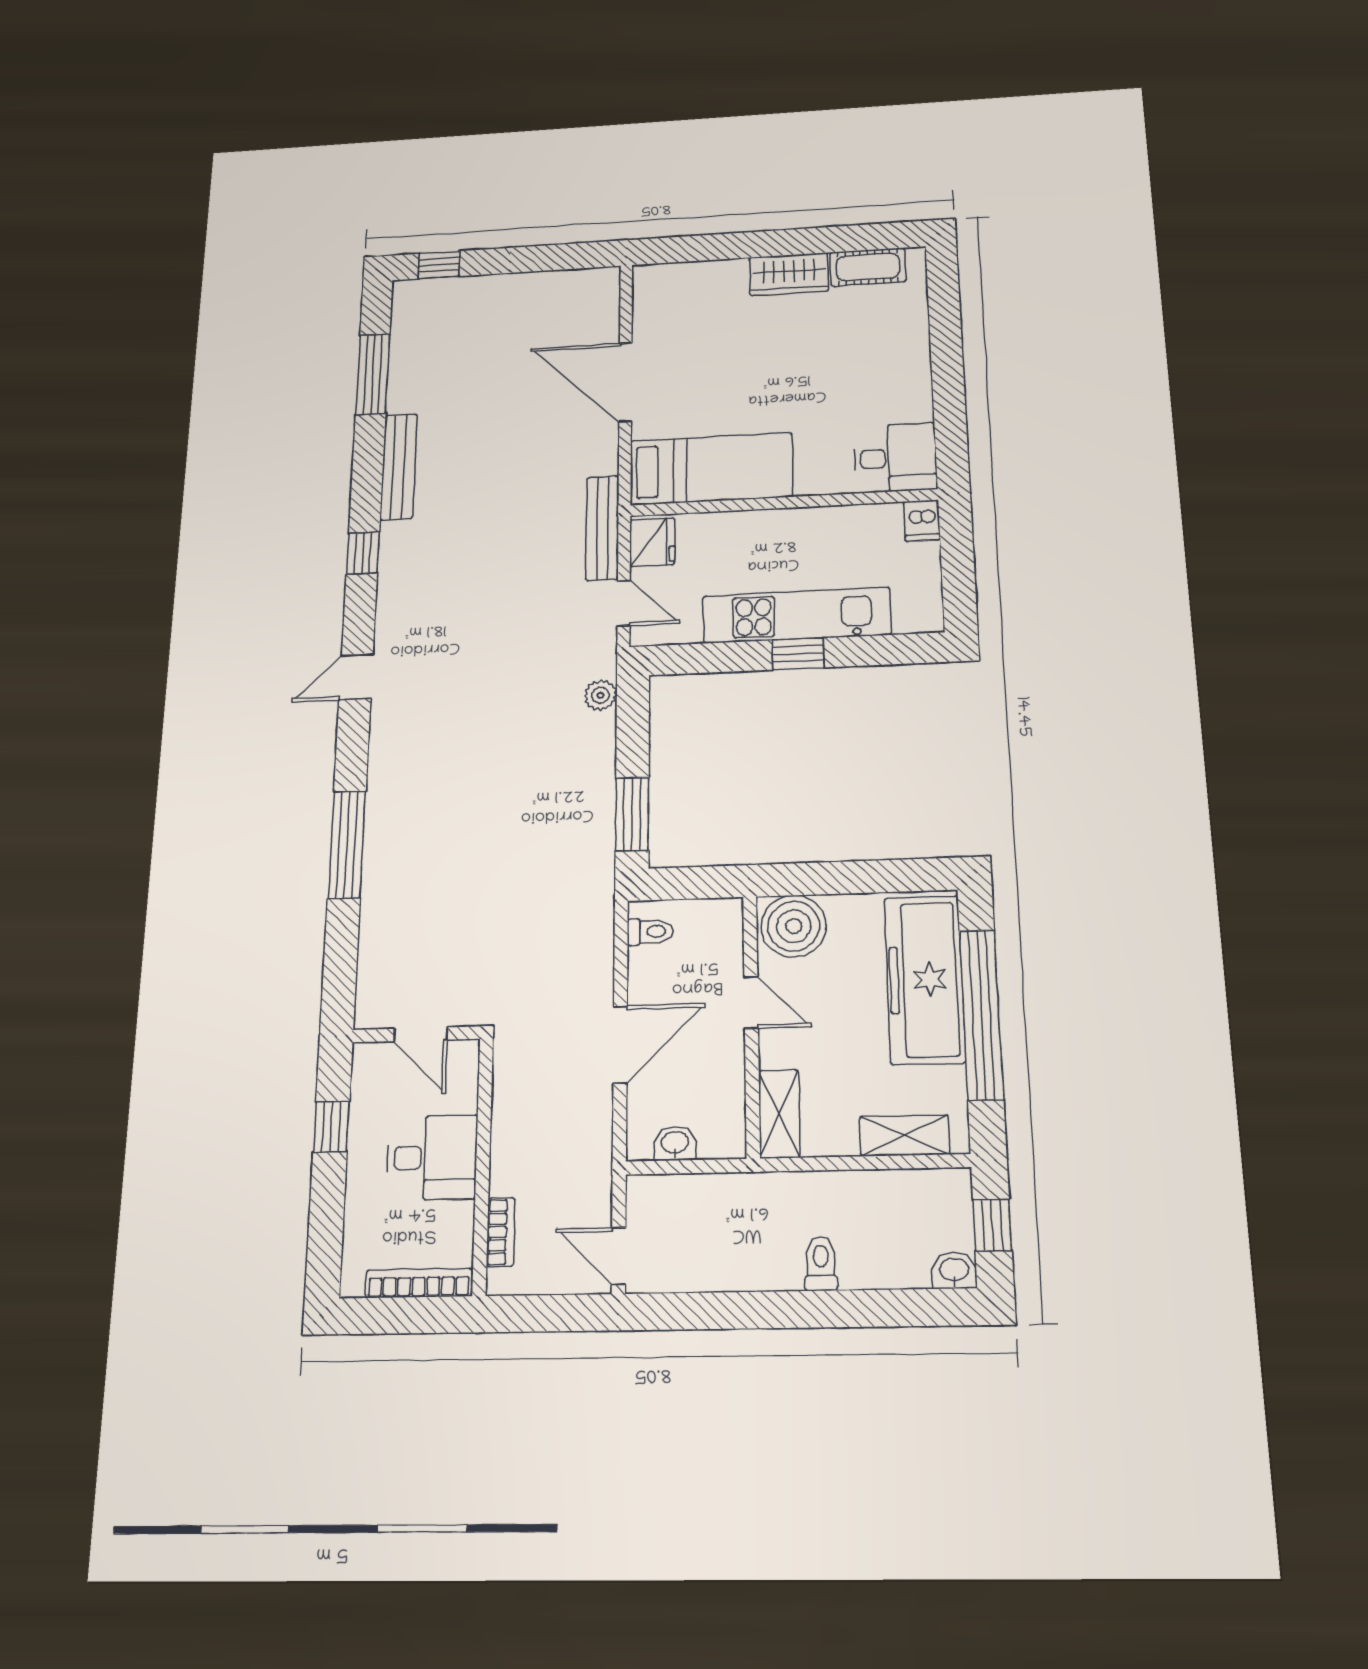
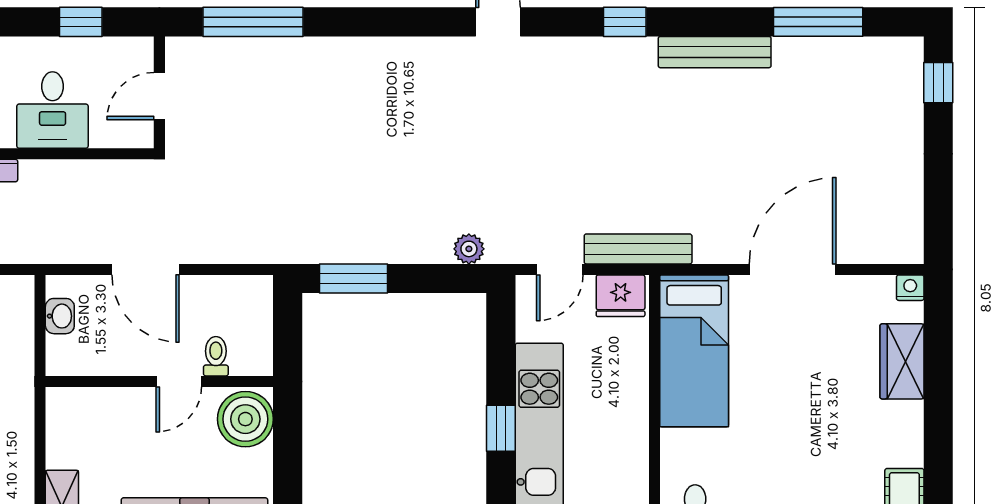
wardrobe: (789, 274) -> (902, 361), moved
nightstand: (645, 276) -> (910, 288), added
window: (347, 844) -> (253, 22), moved
toilet: (650, 932) -> (216, 356), moved, turned 180
shelving: (779, 1114) -> (83, 404), removed

